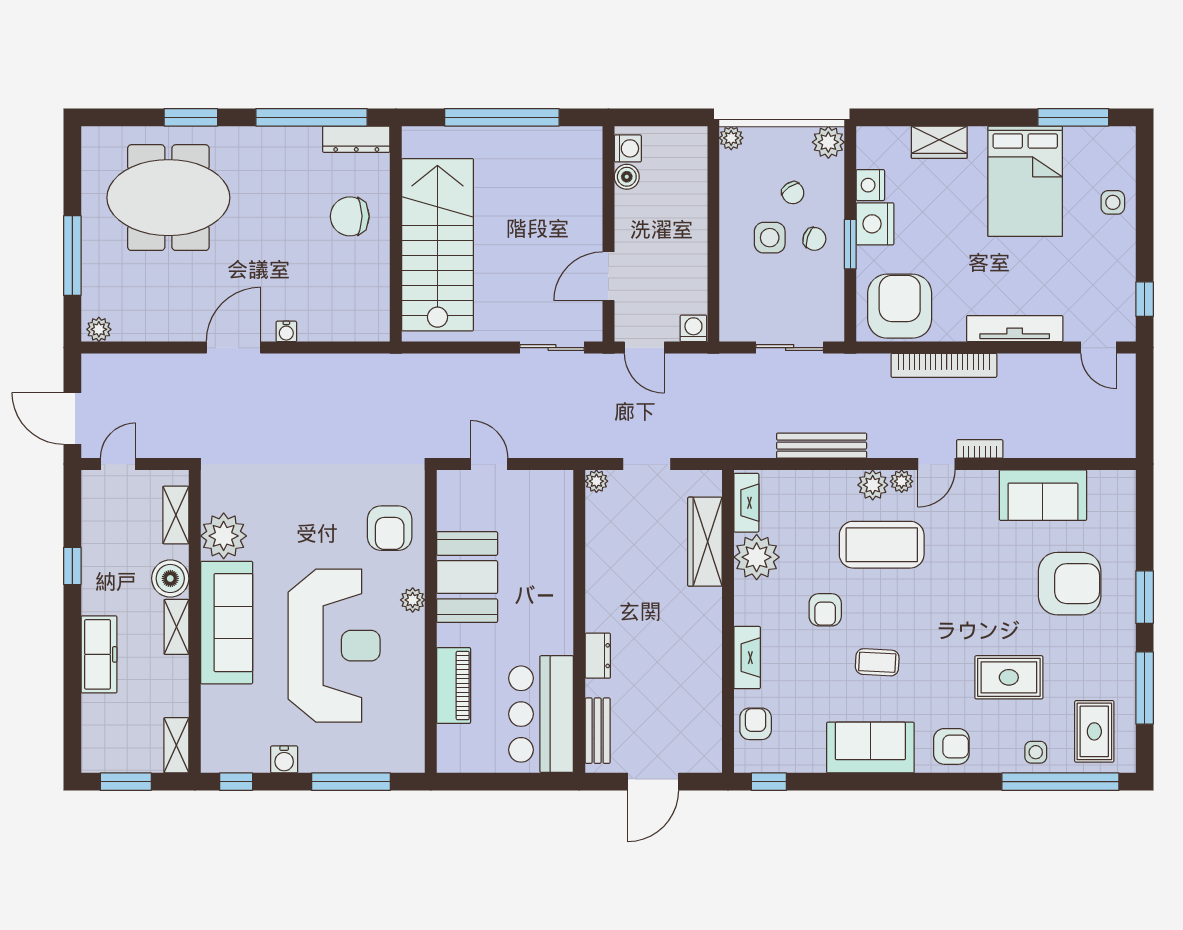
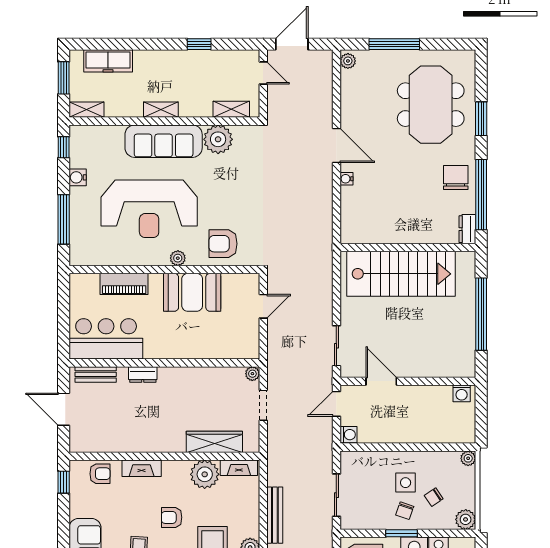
dresser: (356, 139) -> (467, 229), width x0.70
boiler: (627, 177) -> (444, 393), removed
chair: (350, 216) -> (456, 177), moved
boiler: (170, 578) -> (191, 106), removed
freezer: (99, 654) -> (108, 61), moved

